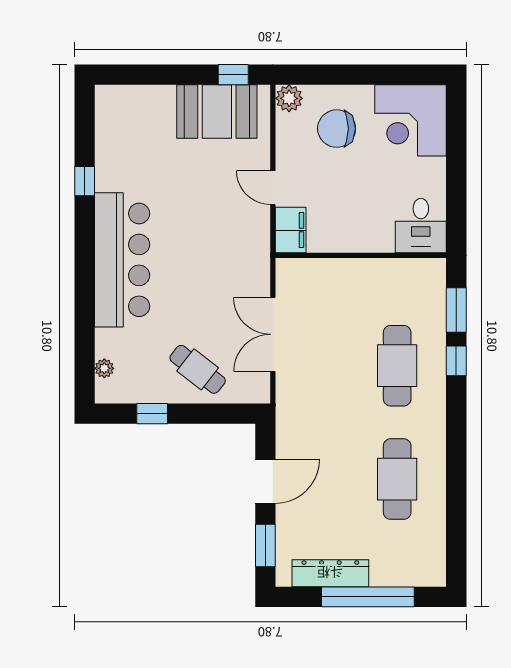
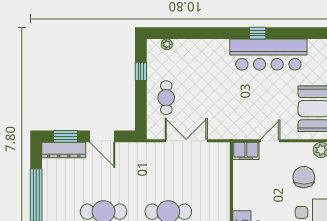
window: (85, 181) -> (258, 33), moved
bar counter: (122, 260) -> (268, 55), moved
cafe table: (198, 369) -> (166, 98), turned -38
dresser: (330, 573) -> (64, 150), moved, turned 90

